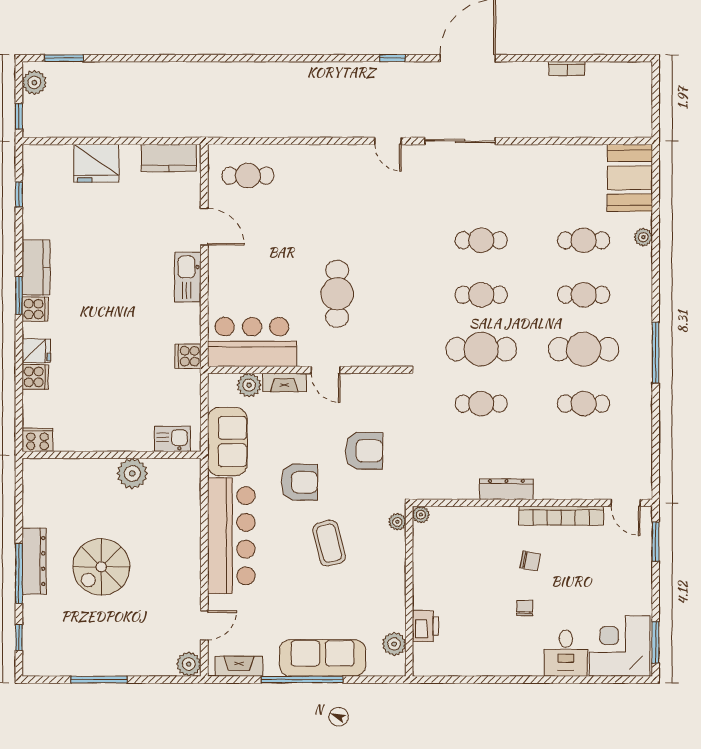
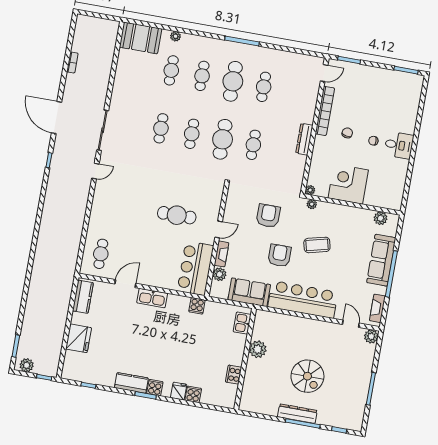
cooker: (37, 440) -> (234, 375), moved
printer: (425, 626) -> (374, 199), removed
corner desk: (619, 646) -> (348, 184), moved, turned 90
desk: (566, 653) -> (399, 145), moved

